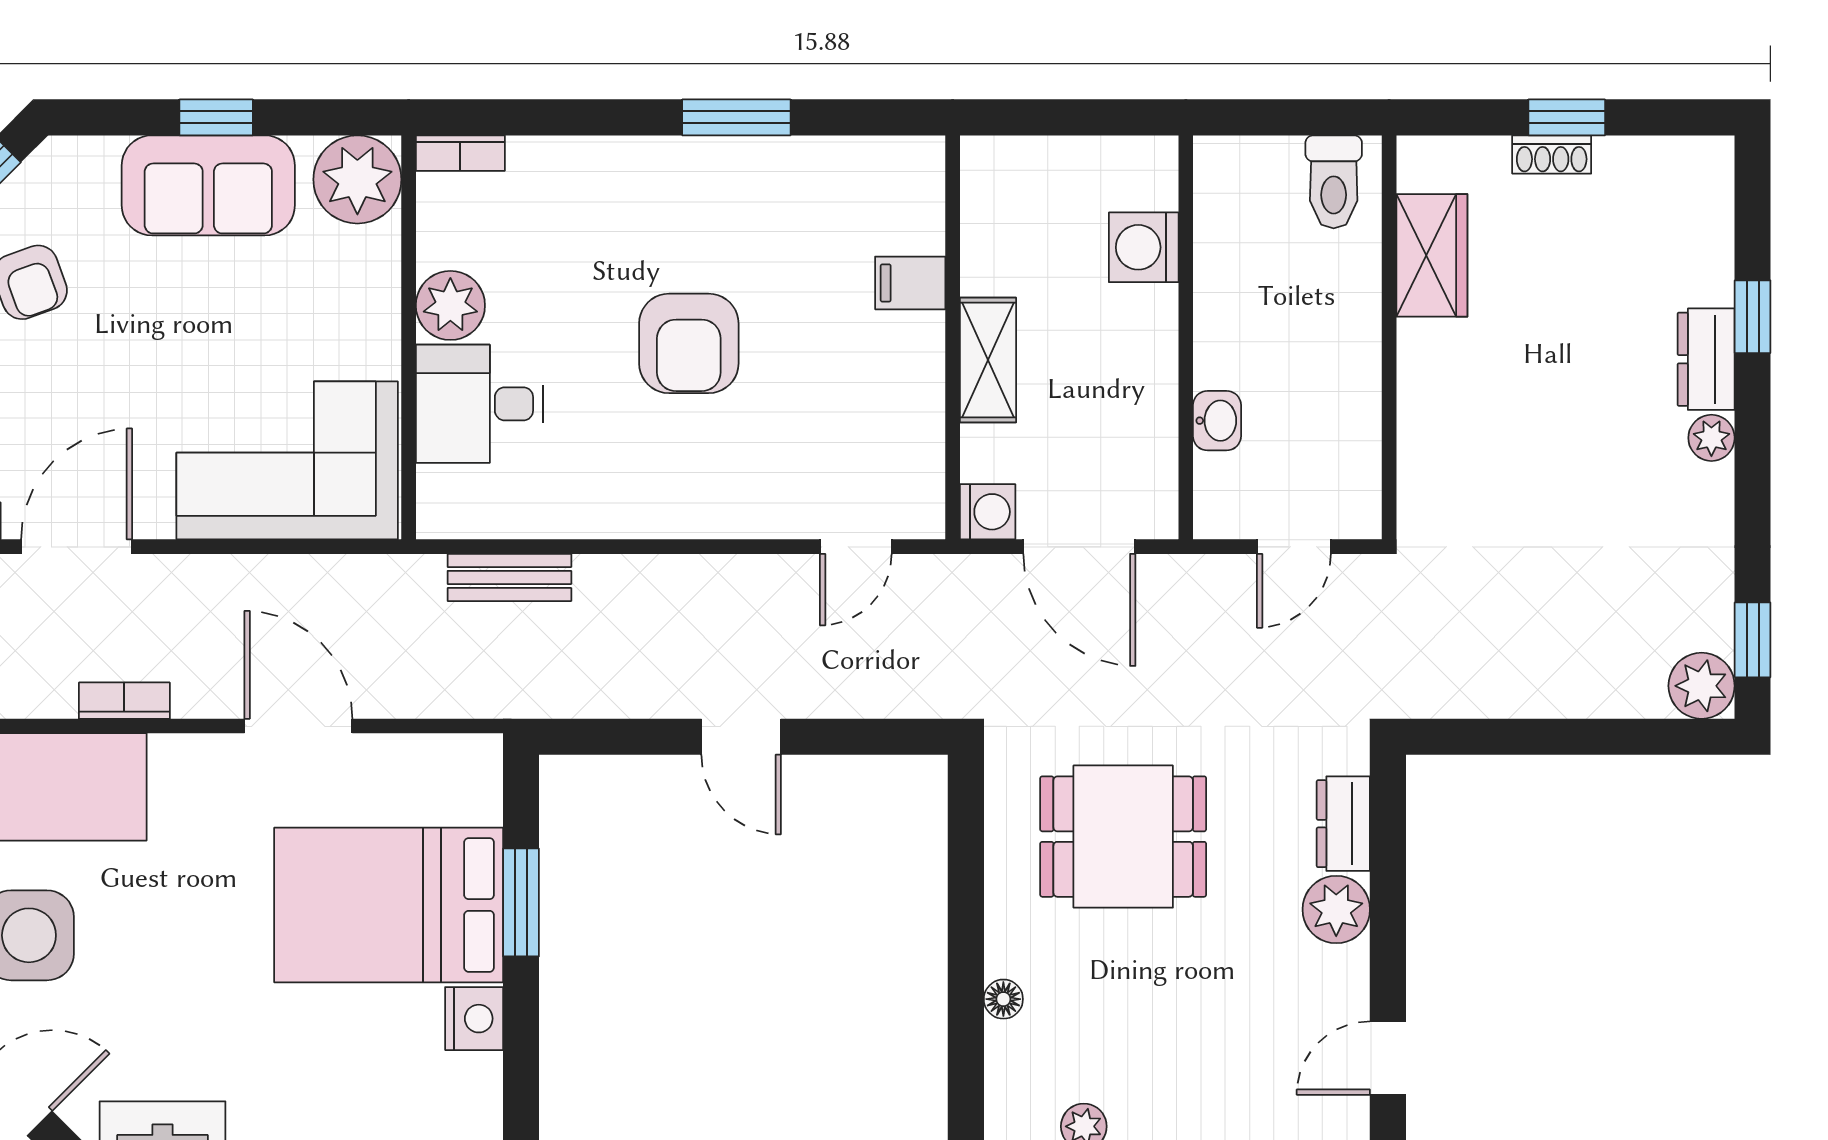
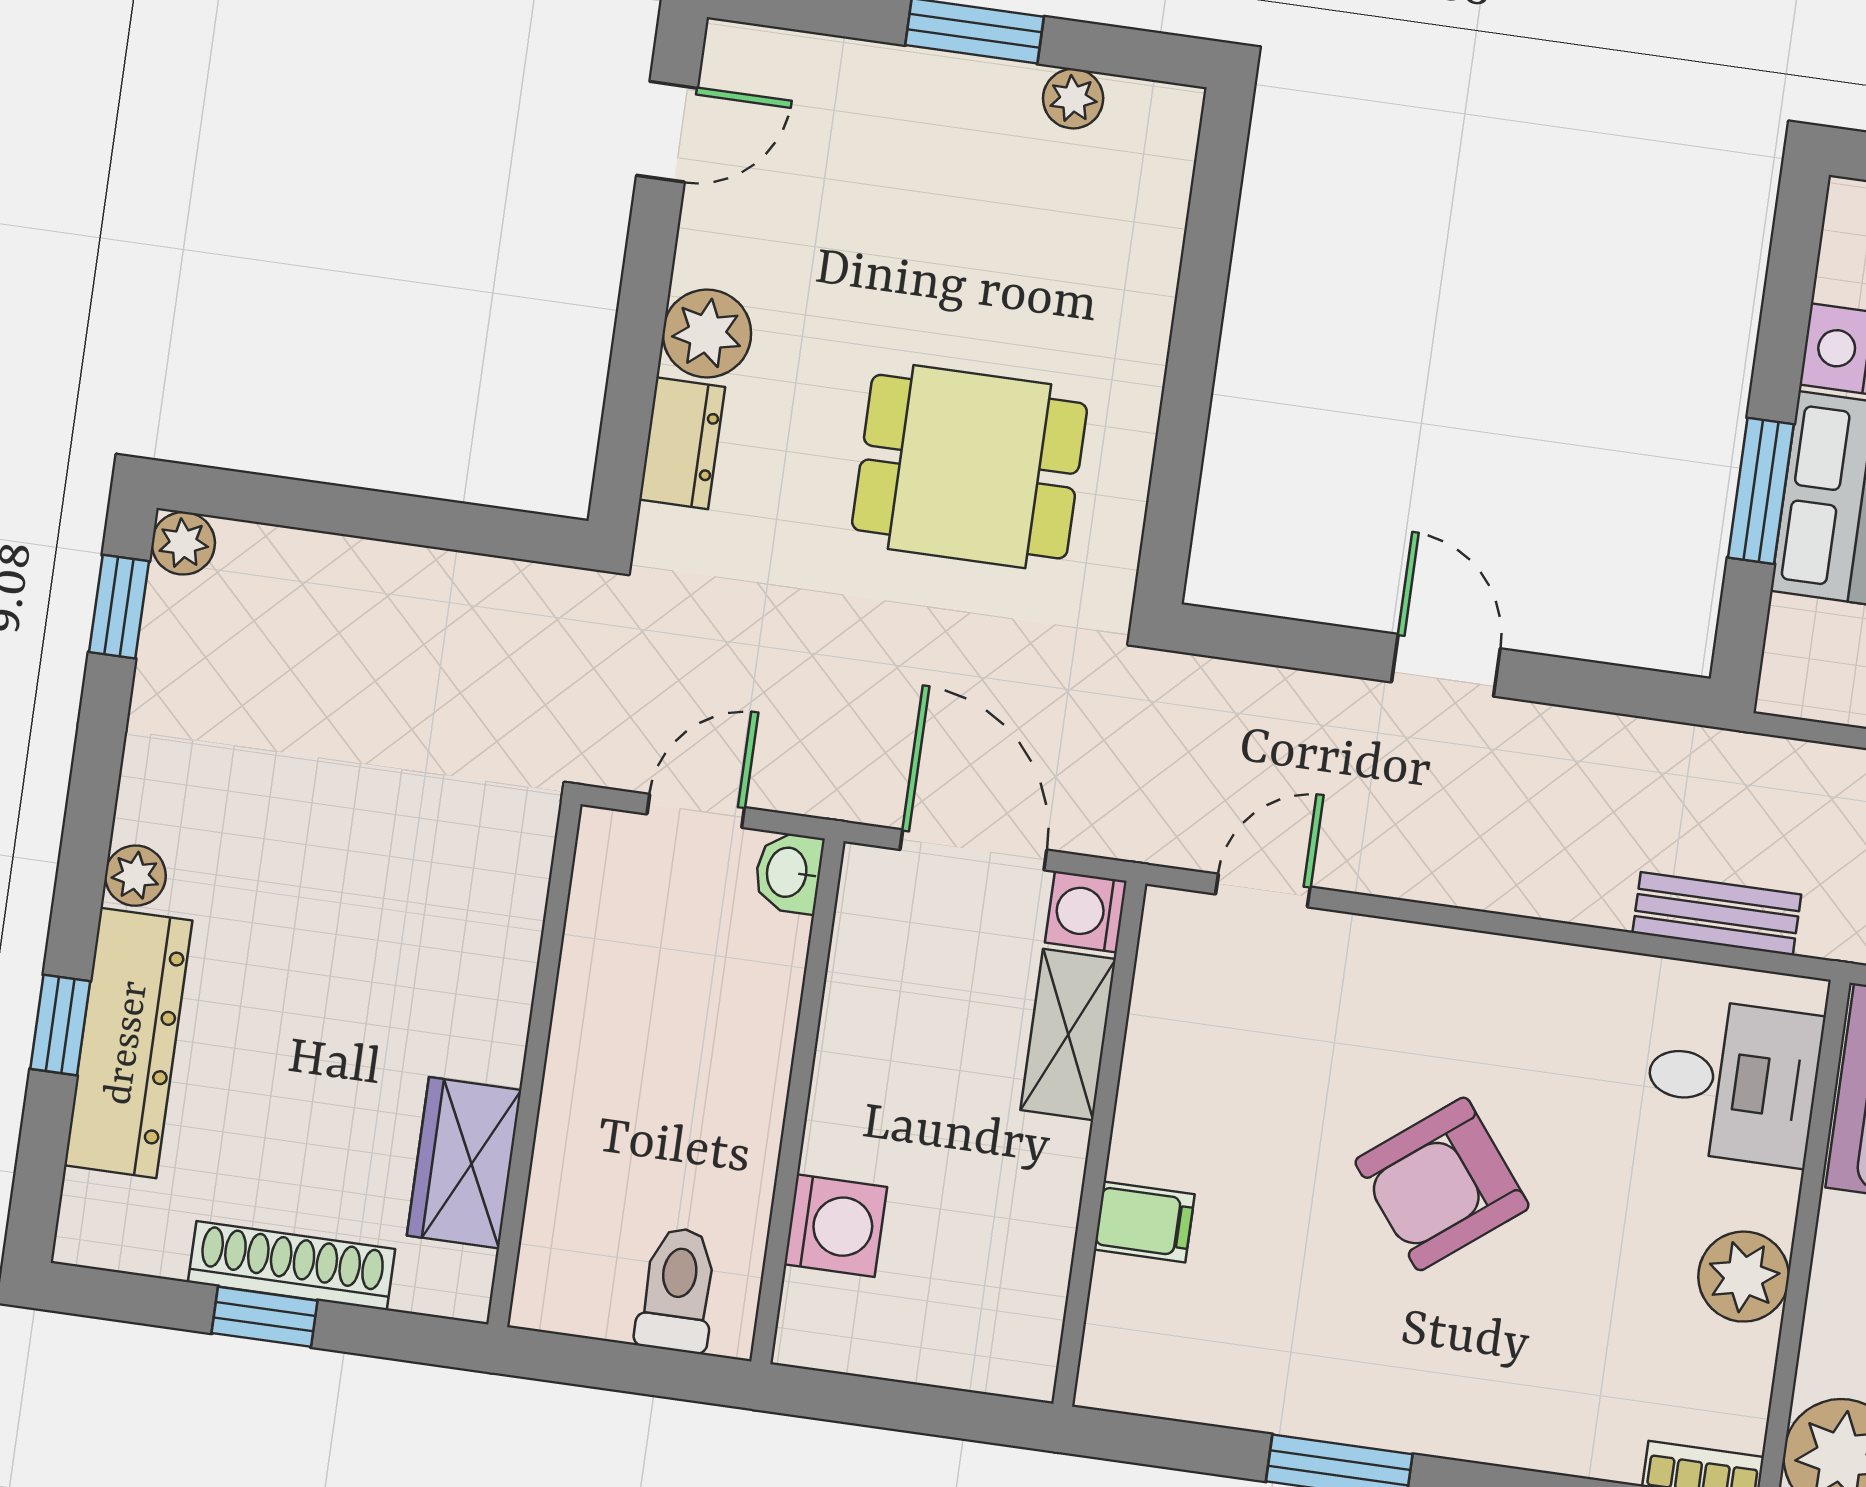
shoe rack: (1552, 155) -> (292, 1266), width x1.94, depth x1.24
toilet: (1334, 182) -> (677, 1290), moved
armchair: (689, 343) -> (1442, 1184), turned -128
dresser: (1706, 359) -> (128, 1043), width x1.96, depth x1.24
shelving: (988, 360) -> (1068, 1035), moved
desk: (480, 404) -> (1733, 1081), moved
washbasin: (1217, 421) -> (789, 873), moved
plant: (1702, 686) -> (183, 543), width x0.73, depth x0.73
floor lamp: (1003, 999) -> (1154, 278), removed

